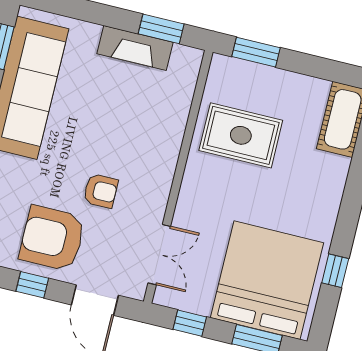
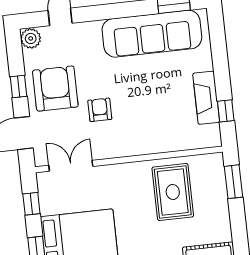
window: (161, 29) -> (226, 111), width x0.67
armchair: (101, 191) -> (100, 110), turned 180
double door: (159, 255) -> (71, 166), swing flipped

